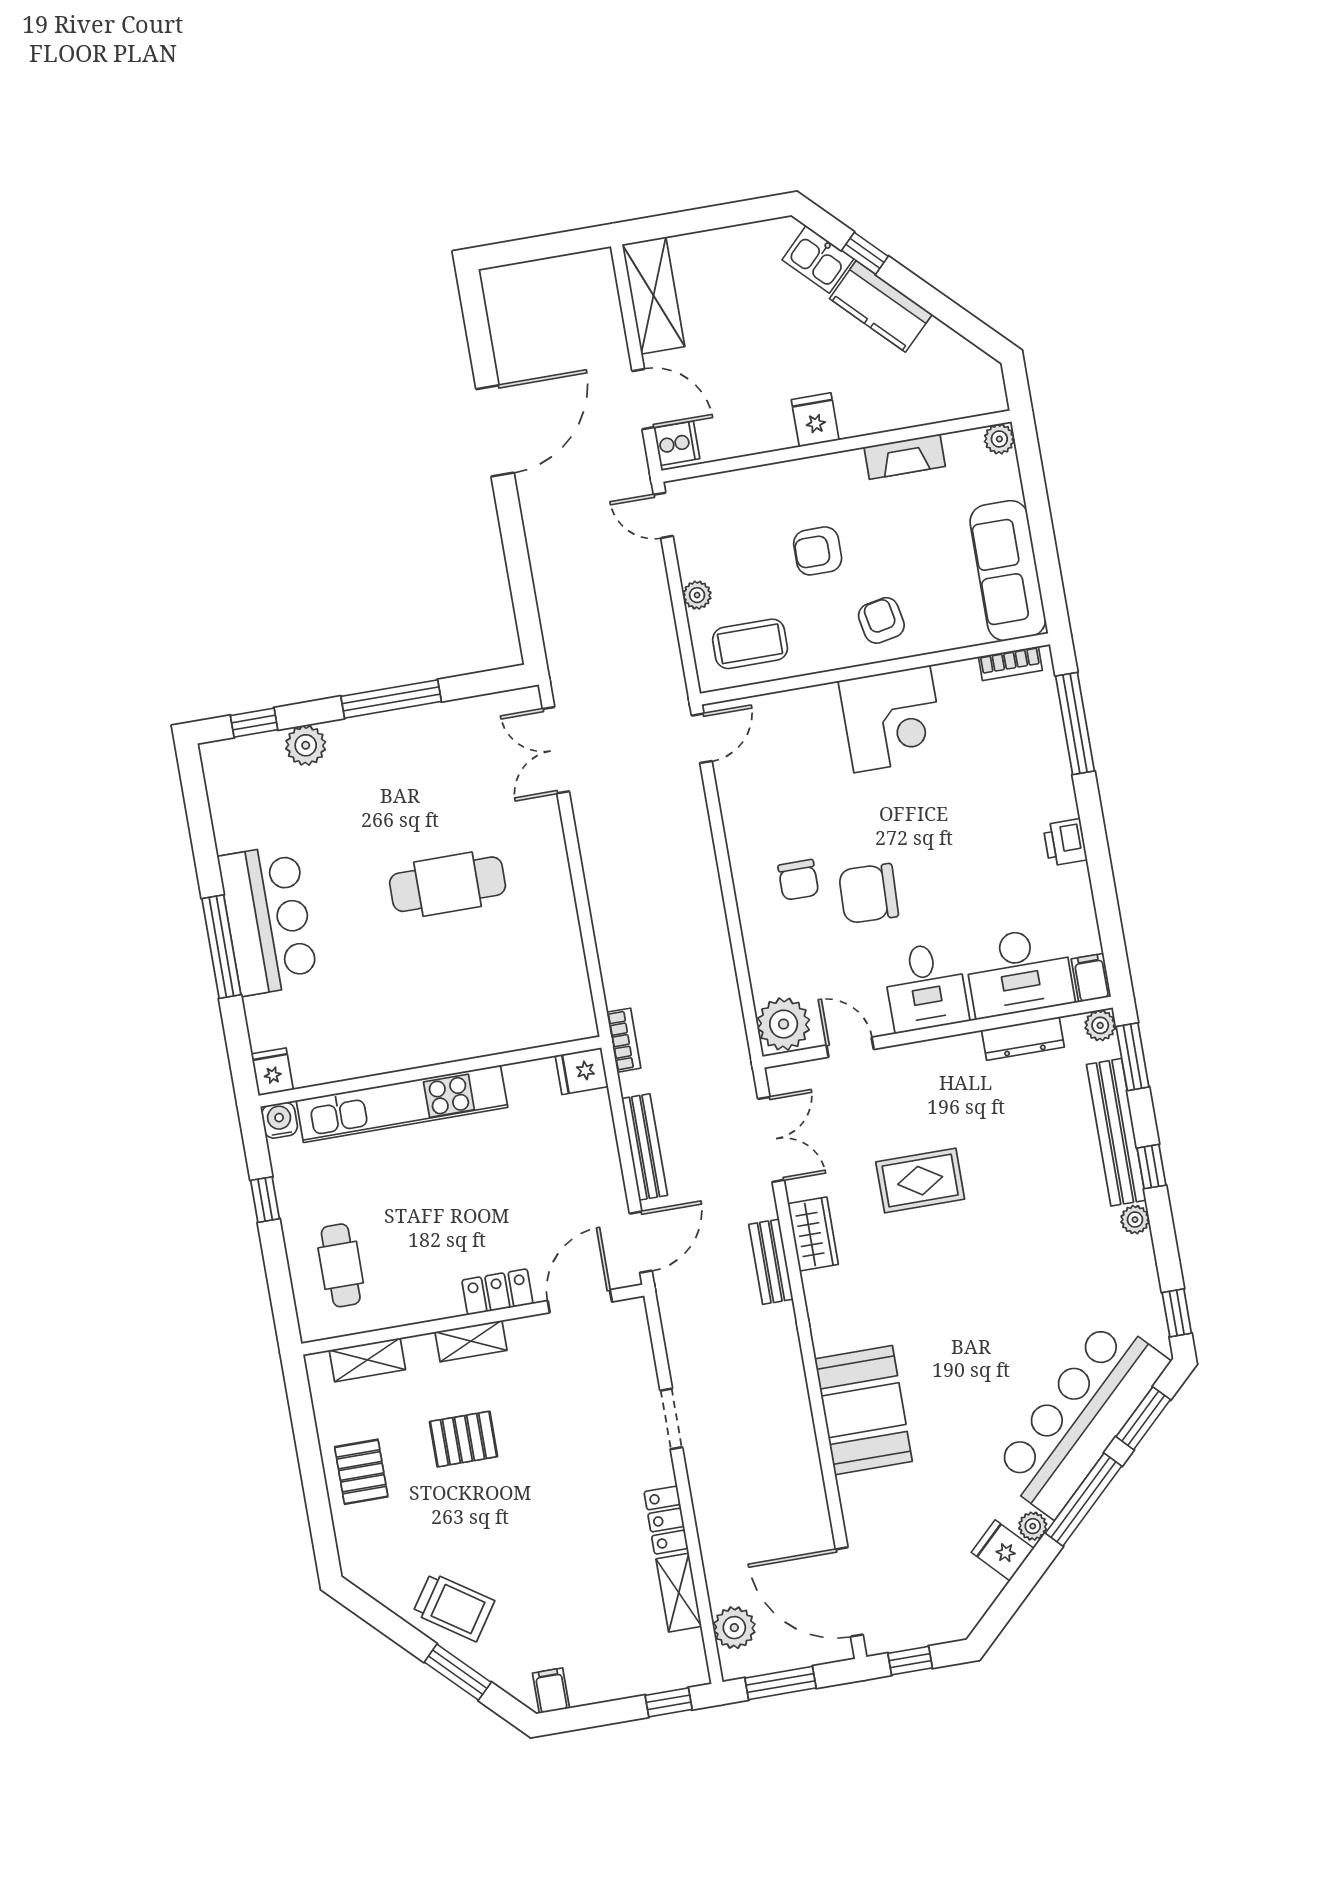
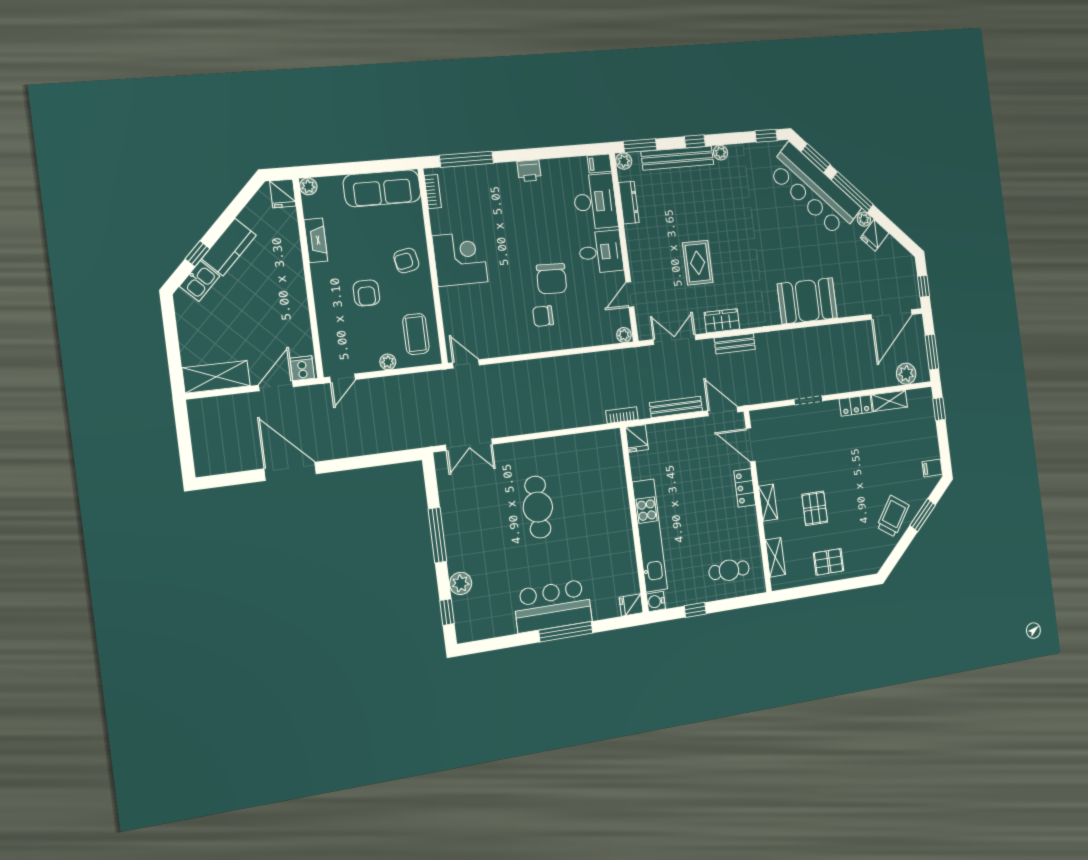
fridge: (815, 420) -> (283, 194), moved, turned -90
chair: (798, 880) -> (543, 316), turned 180
plant: (784, 1024) -> (624, 335), width x0.53, depth x0.53

